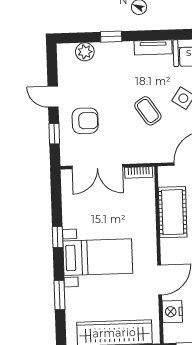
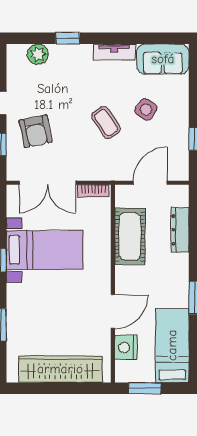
armchair: (85, 121) -> (36, 131), turned 78
bed with nightstands: (98, 257) -> (45, 250), moved

